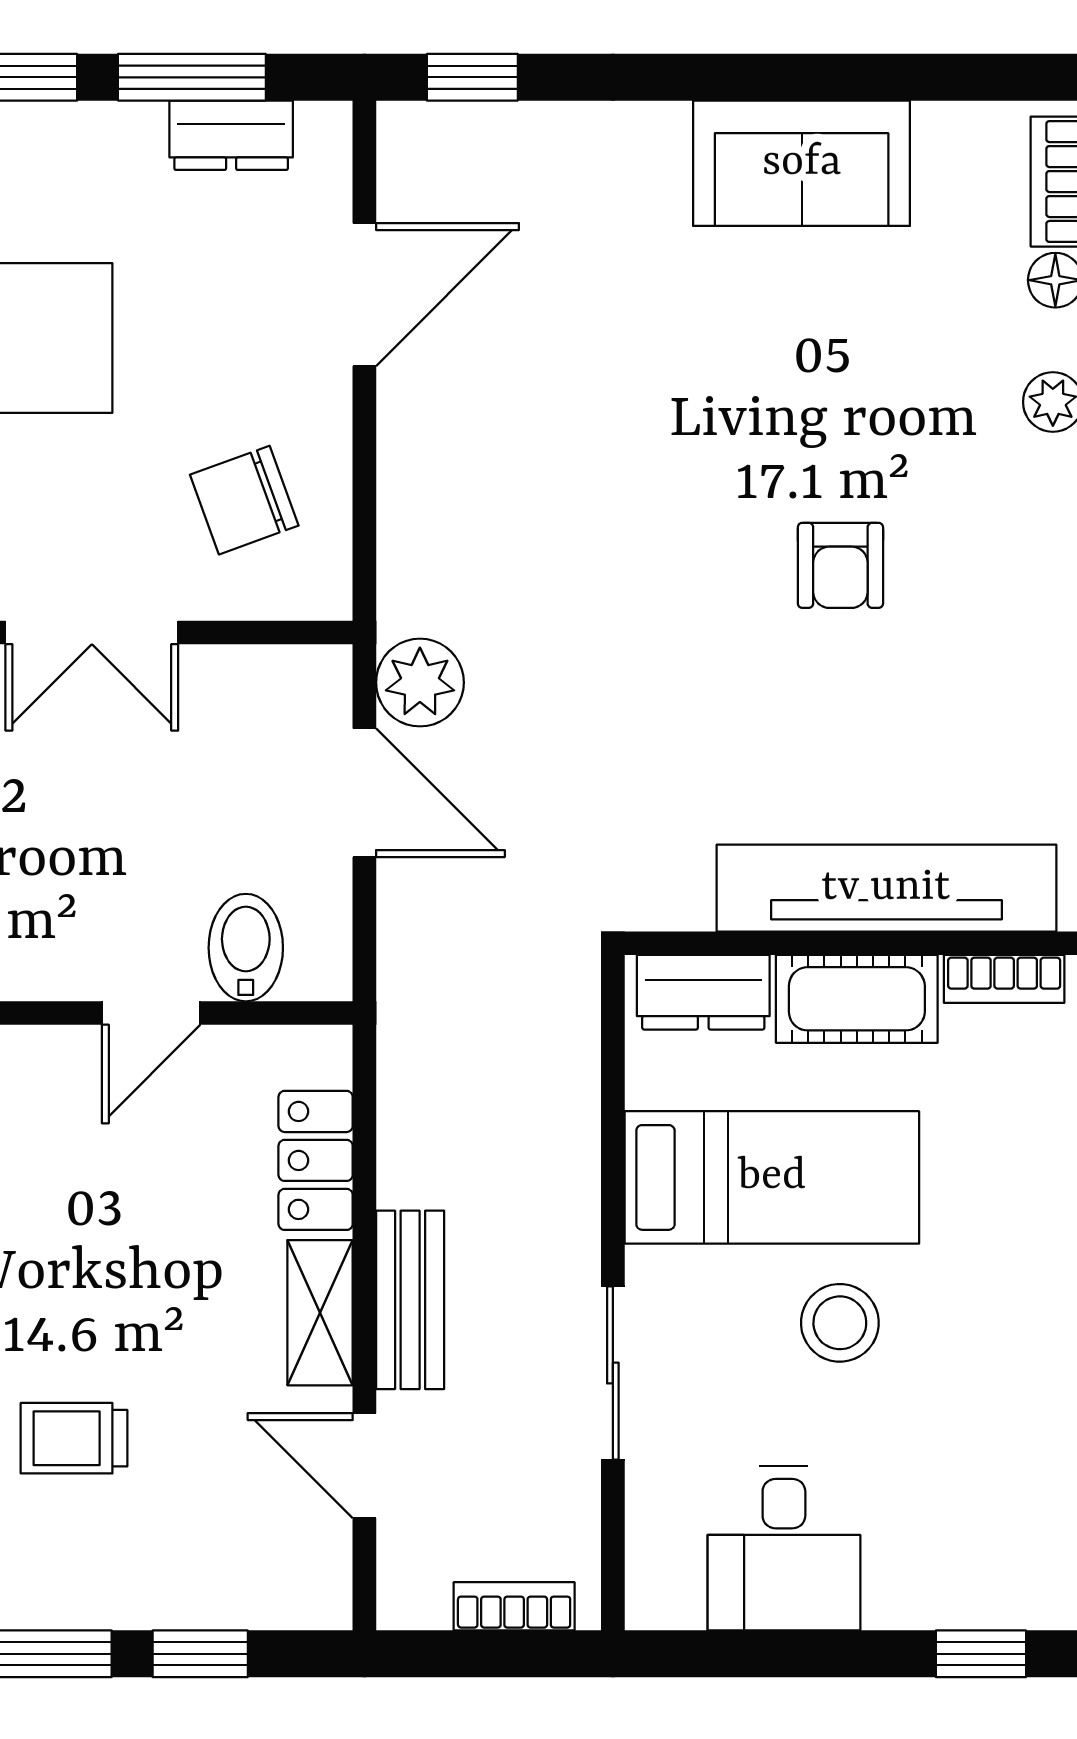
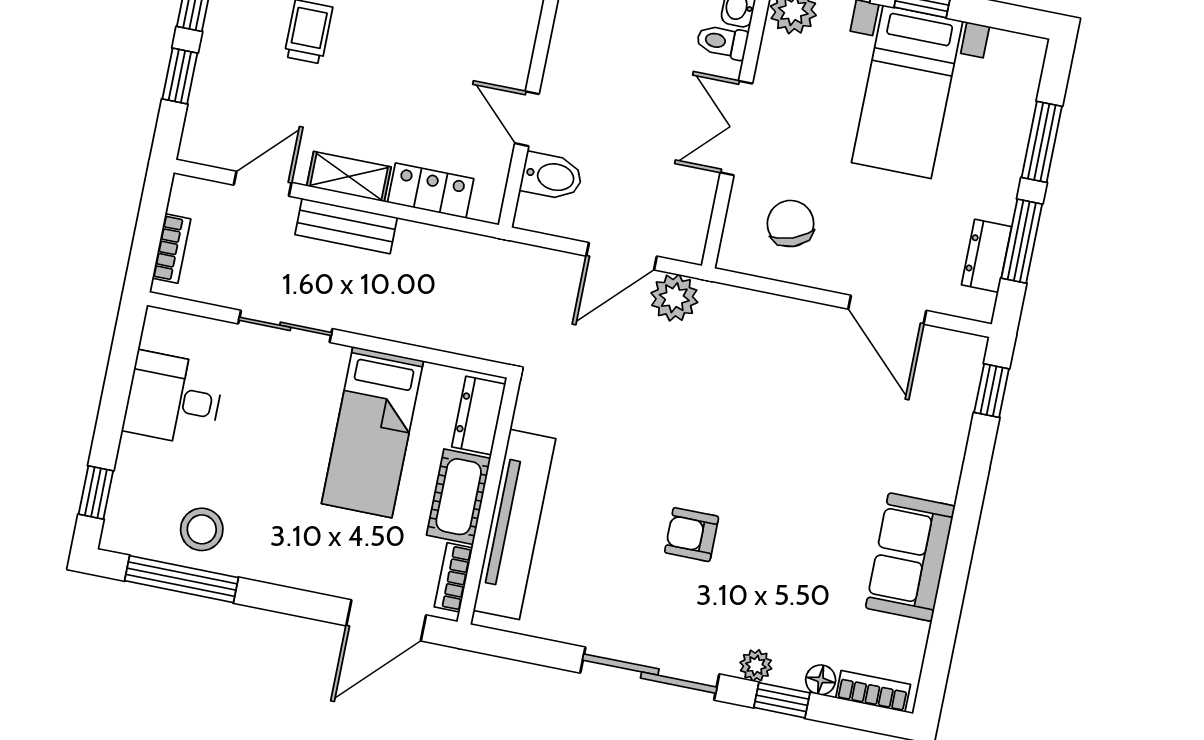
stool: (840, 1323) -> (202, 529), moved

